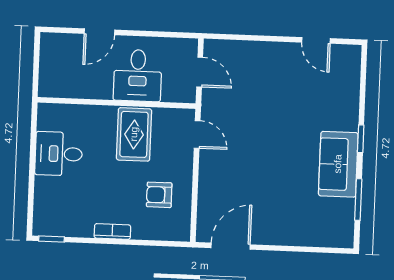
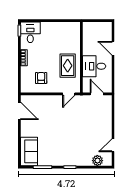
door: (200, 72) -> (97, 94), swing flipped
plant: (349, 76) -> (97, 161), added
rug: (134, 134) -> (68, 66), turned 90
desk: (59, 154) -> (30, 32), moved
sofa: (338, 164) -> (29, 151), moved, turned 90

